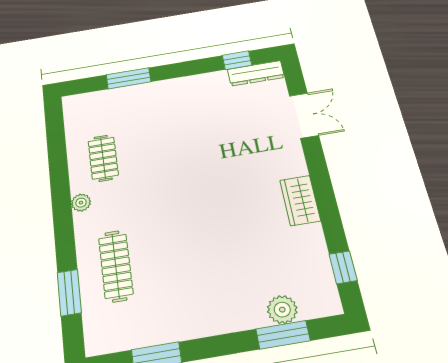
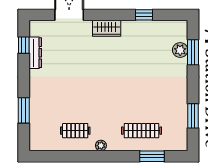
dresser: (256, 73) -> (35, 53), moved
wardrobe: (300, 200) -> (107, 28), moved
window: (343, 267) -> (144, 15), moved

